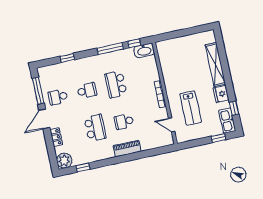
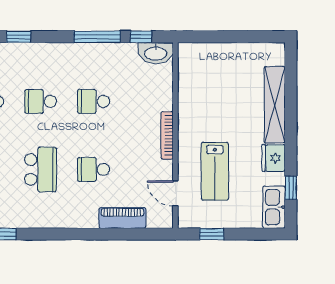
school desk: (116, 84) -> (94, 101), width x0.54
school desk: (87, 91) -> (41, 101), turned 180
window: (218, 138) -> (212, 234), moved
piano: (127, 149) -> (122, 218), moved

